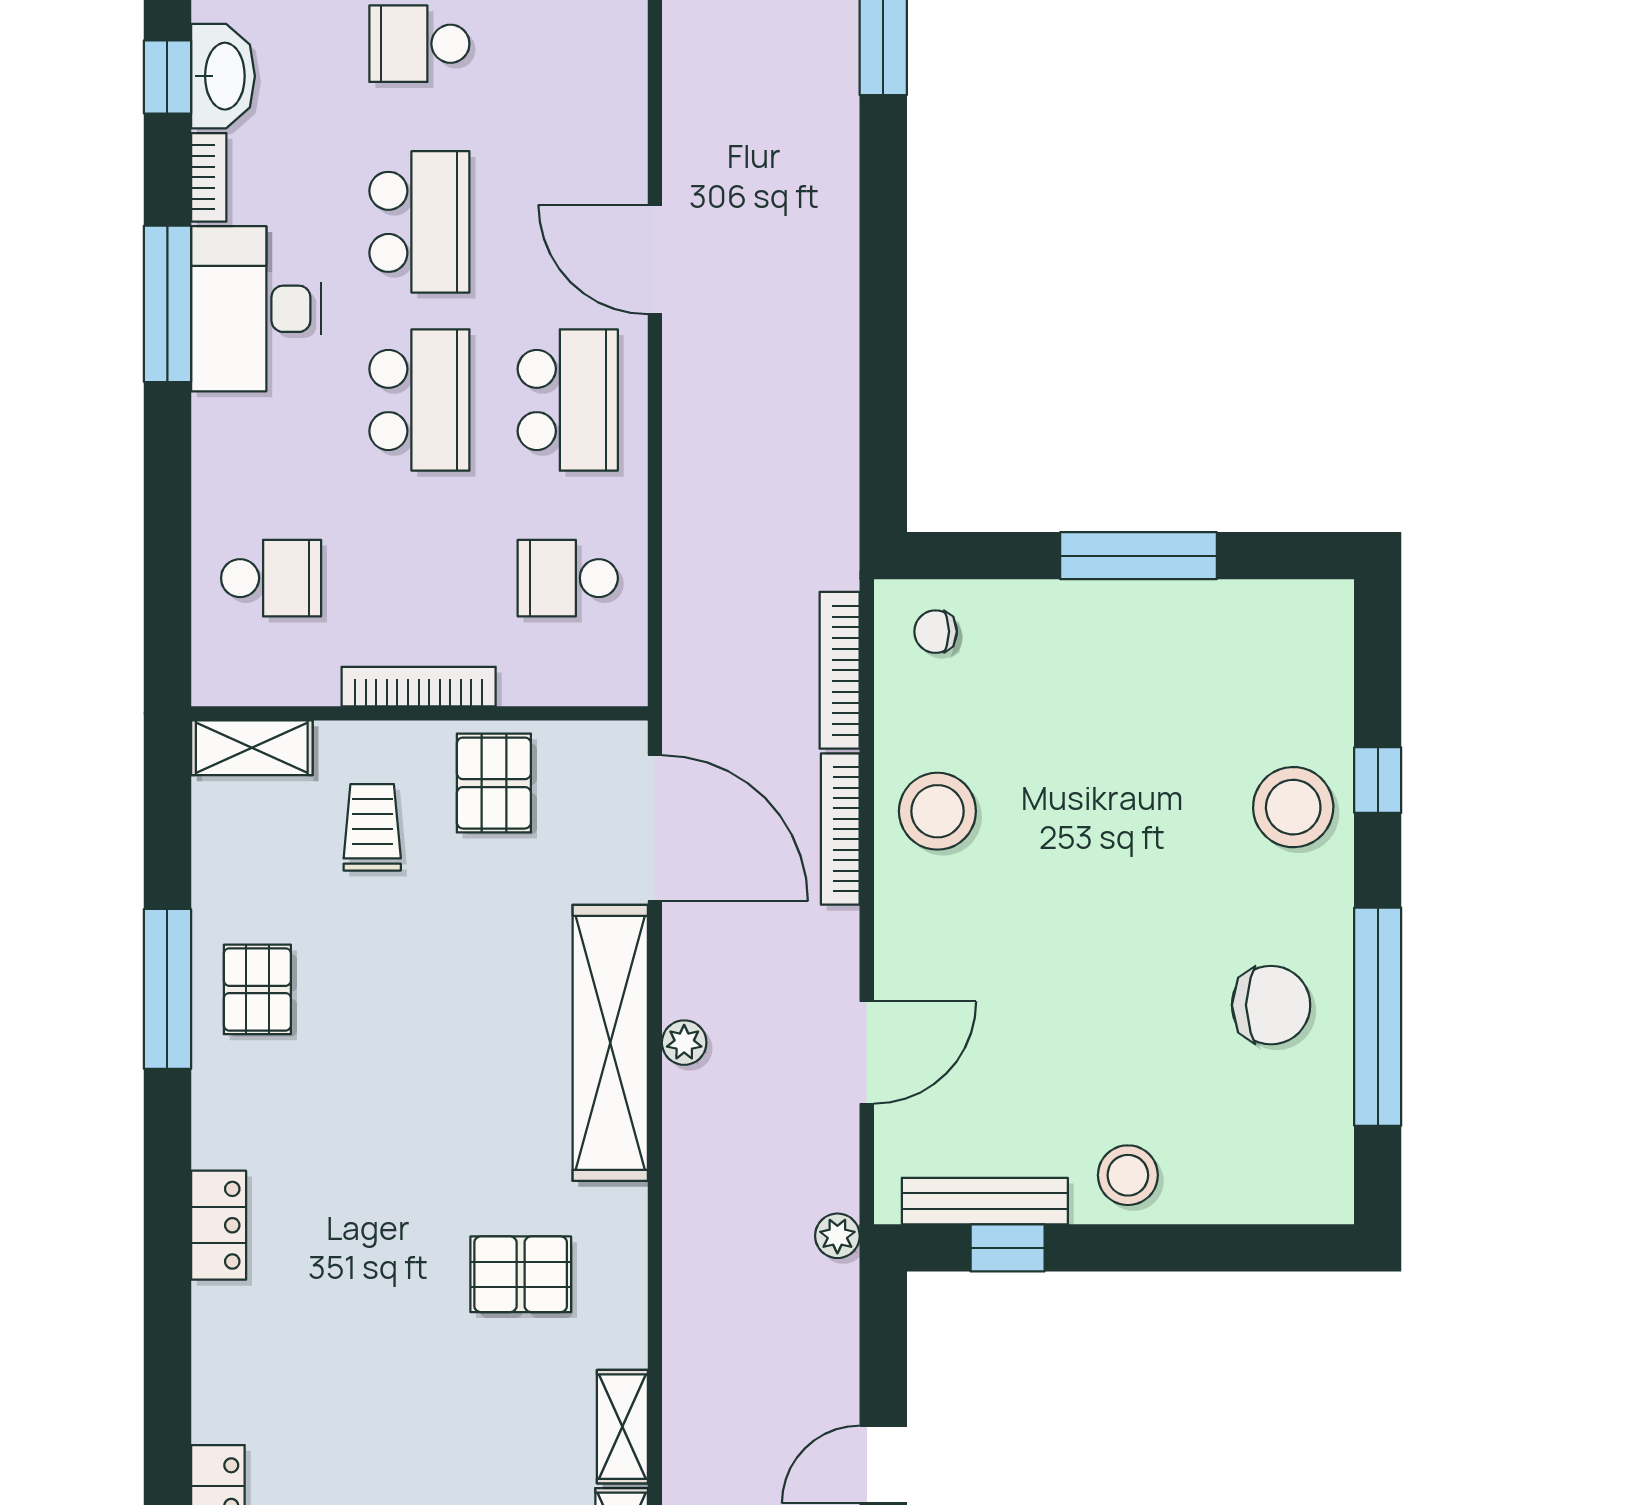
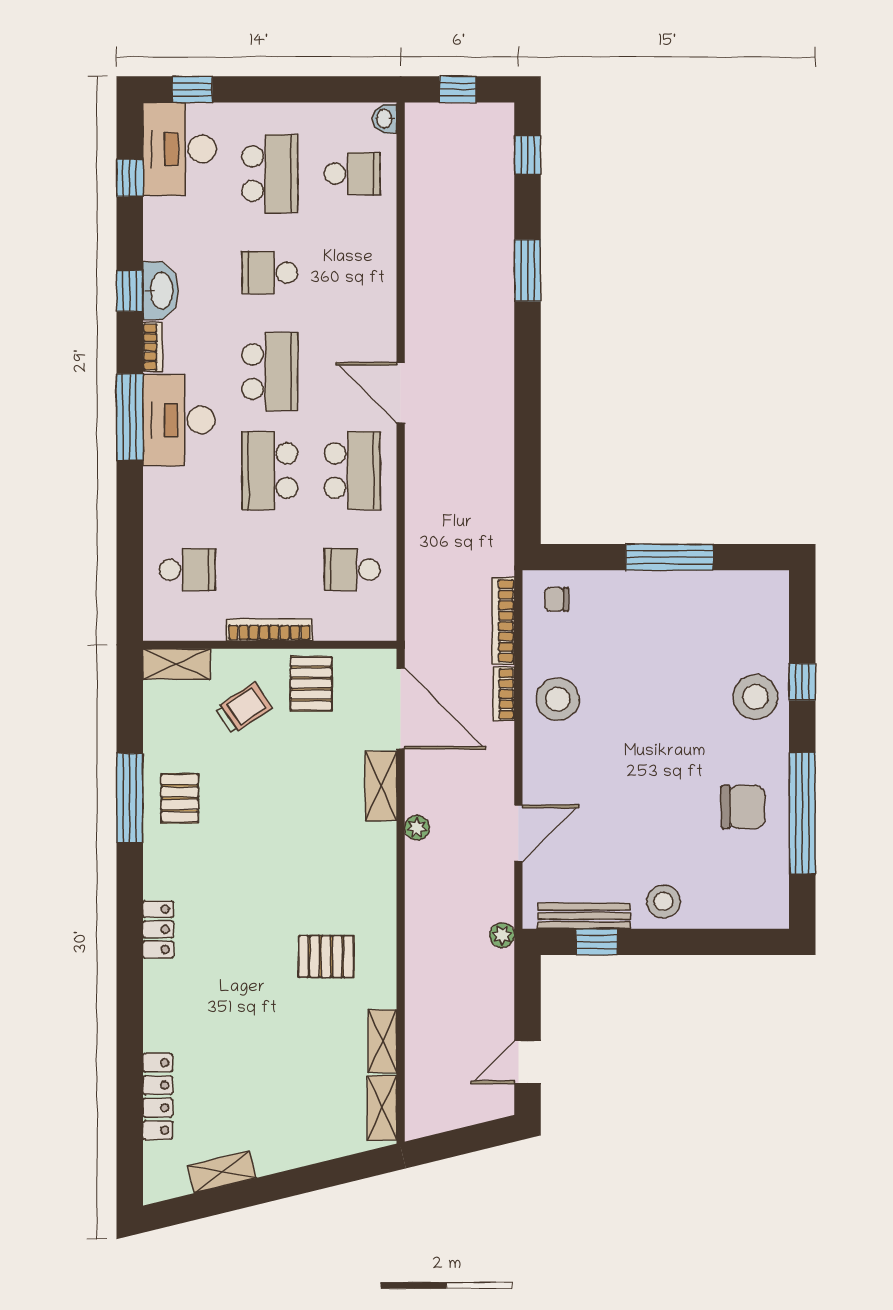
school desk: (419, 400) -> (270, 471), turned 180
trolley: (372, 827) -> (244, 708), turned 56
bookcase: (840, 829) -> (504, 694), width x0.64
shelving: (610, 1043) -> (381, 786), width x0.45, depth x0.75

